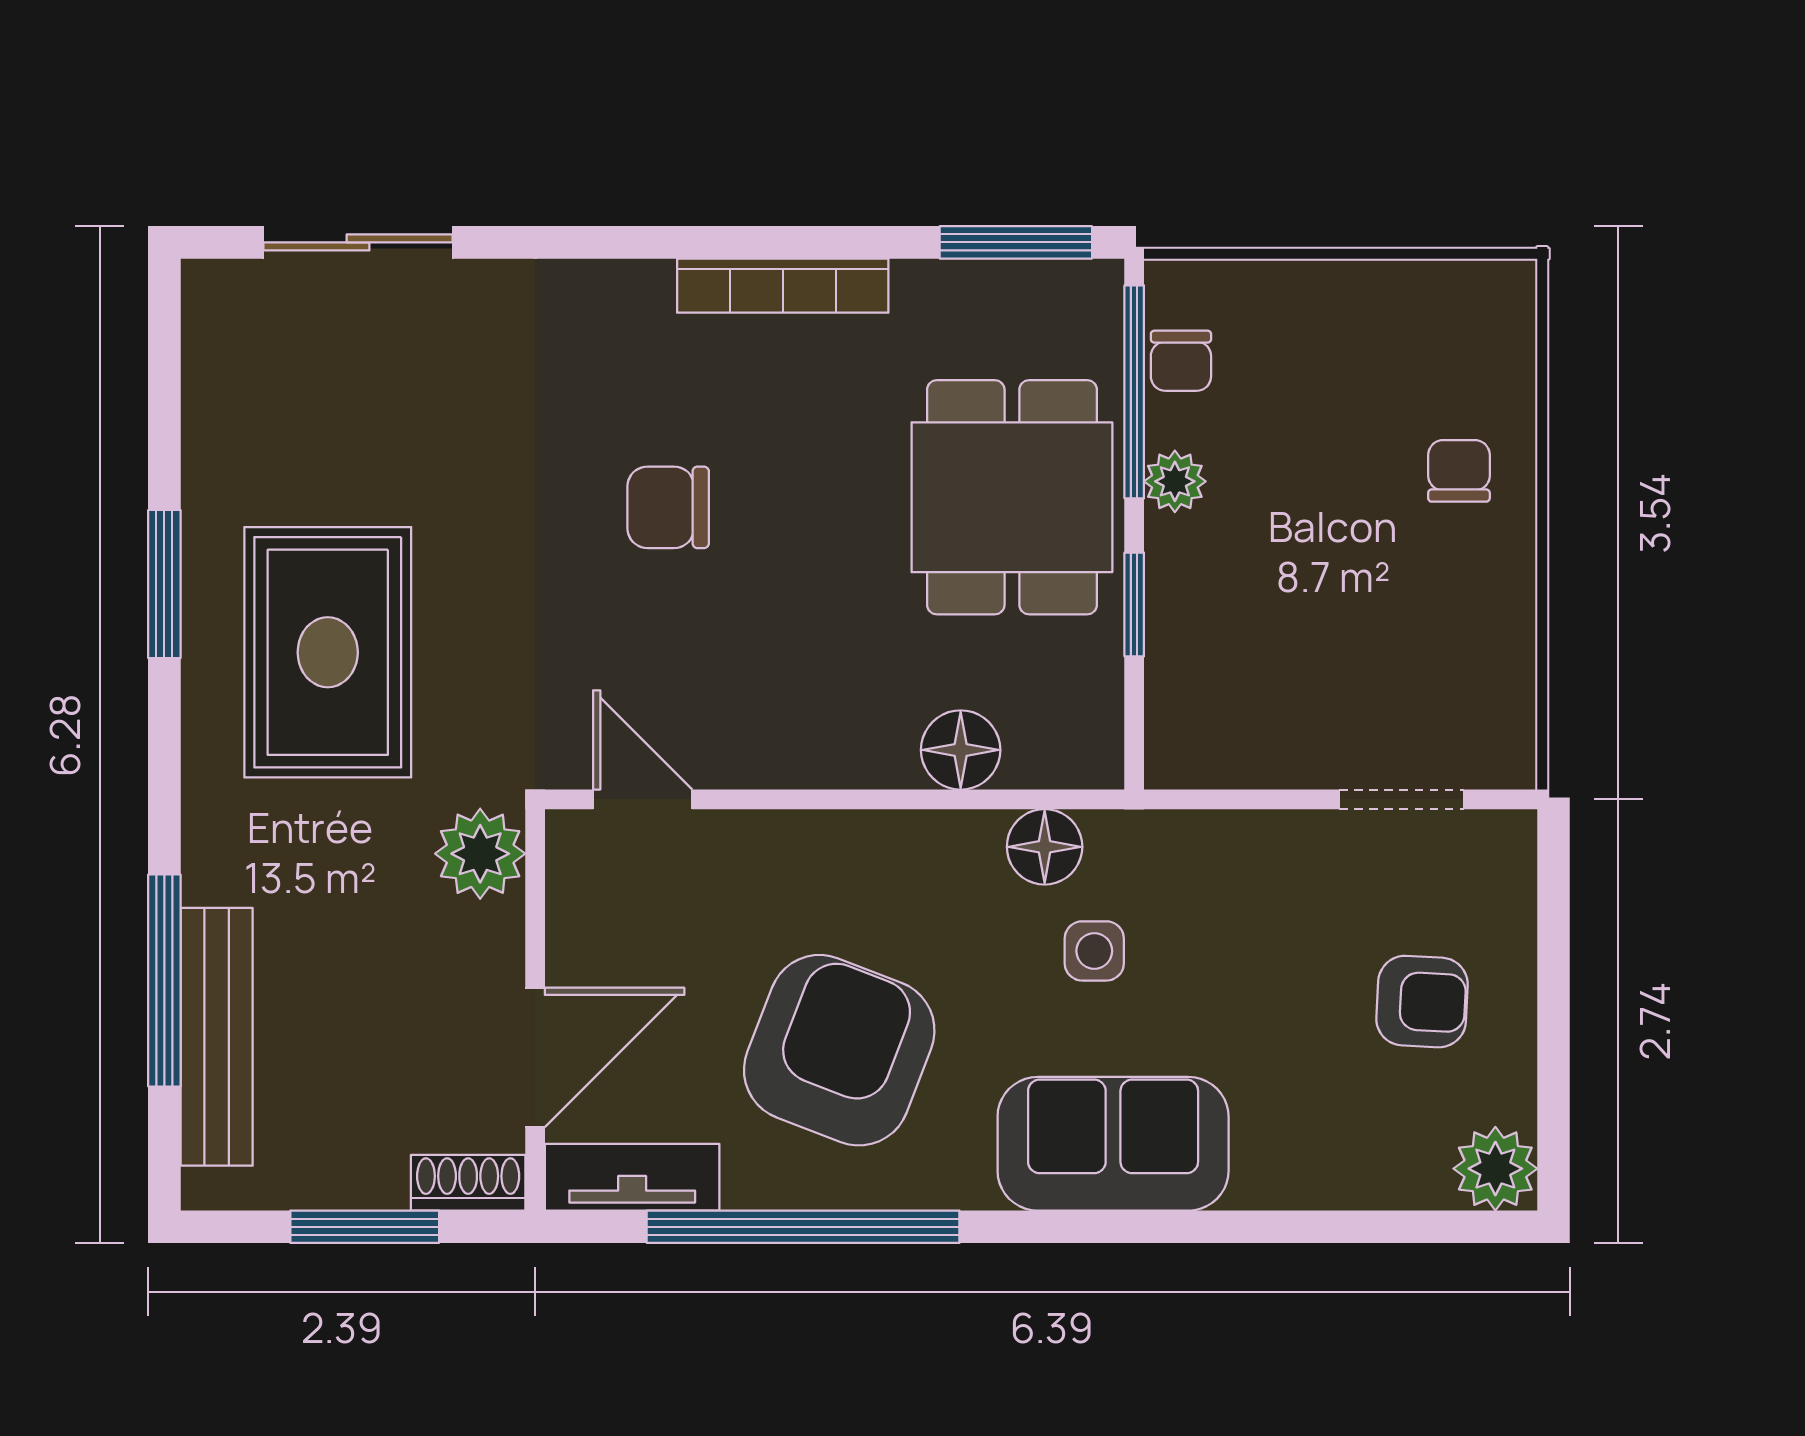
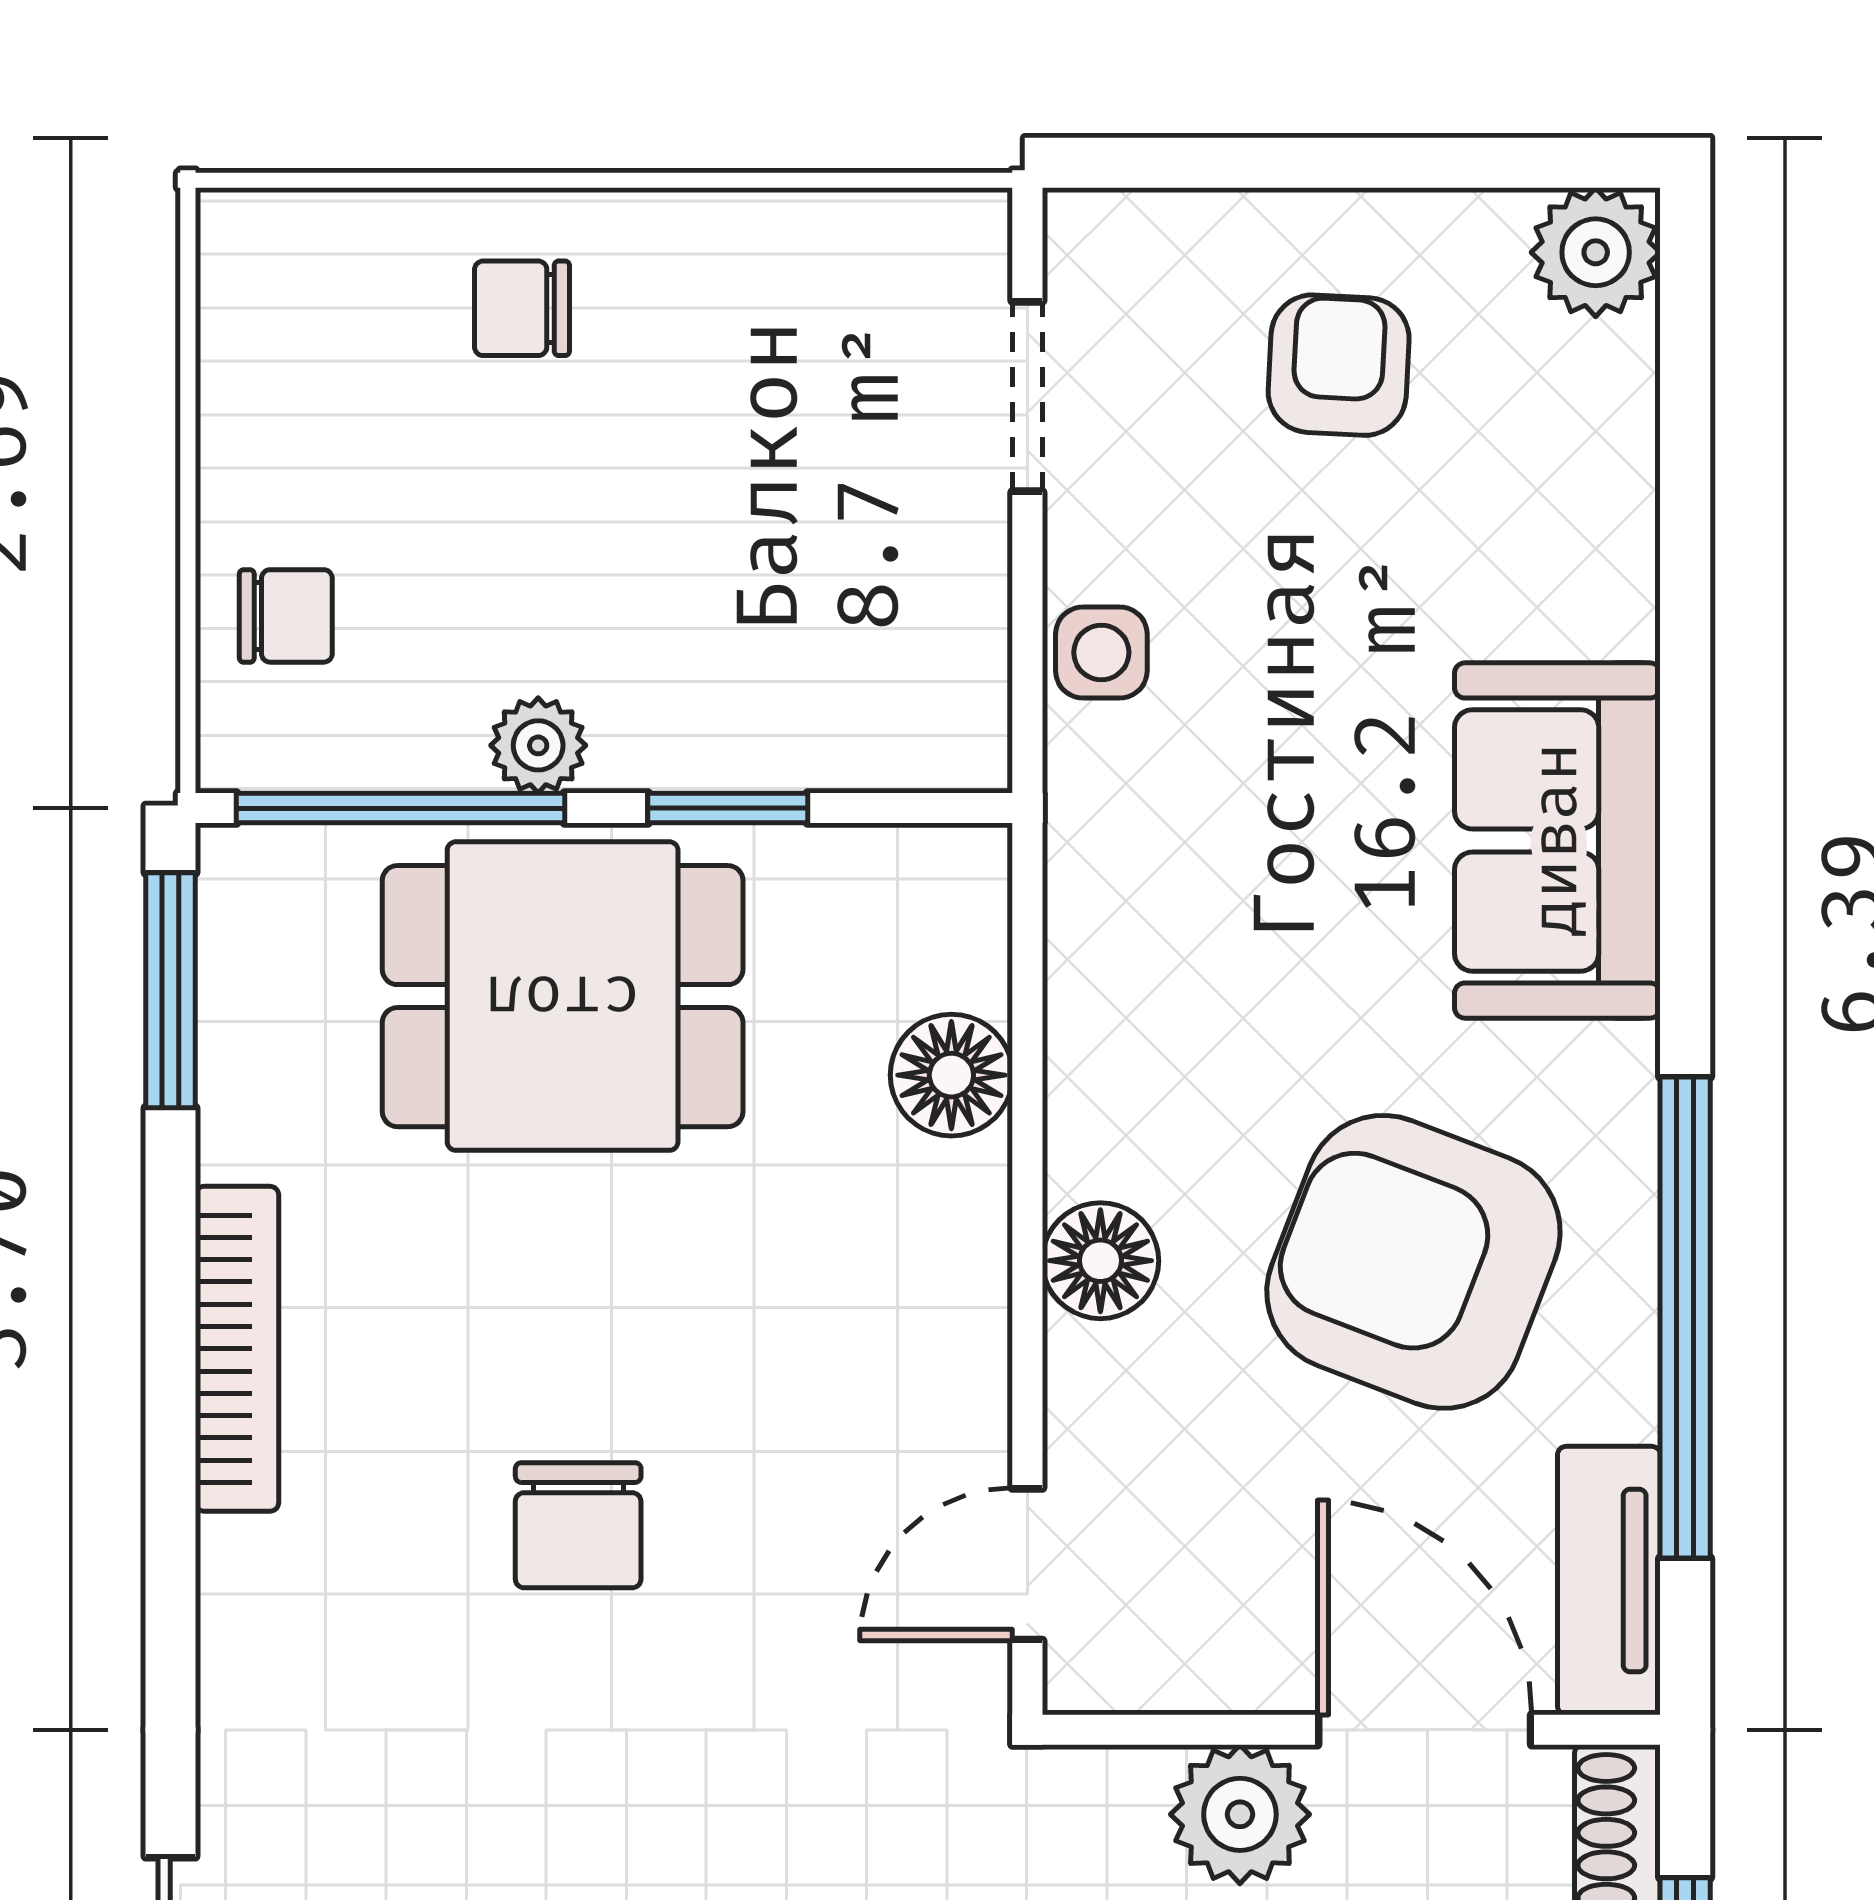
chair: (1181, 361) -> (286, 616), moved
floor lamp: (1045, 847) -> (1100, 1261), moved
plant: (480, 854) -> (1240, 1814), moved
side table: (1094, 951) -> (1101, 652), moved

